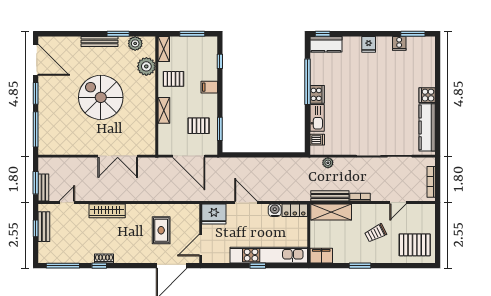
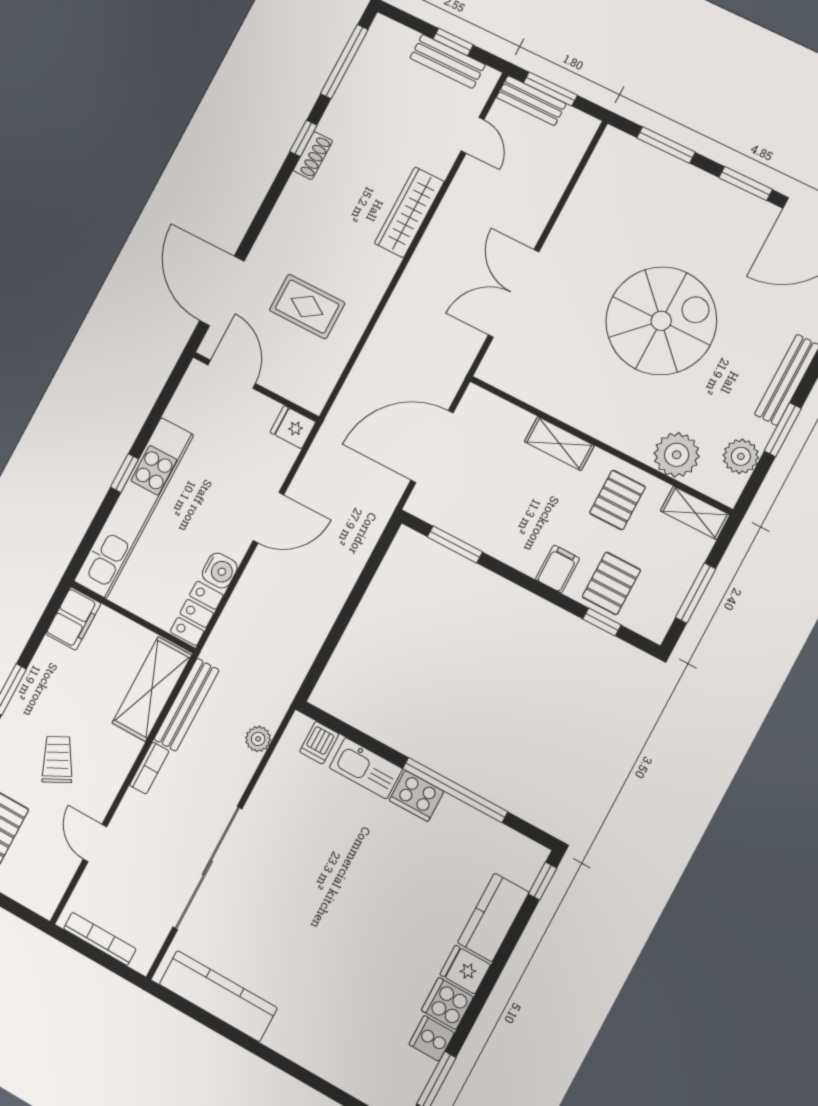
kitchen counter: (326, 44) -> (493, 917), moved
cooker: (427, 95) -> (447, 1004), moved, turned -90
pallet: (199, 126) -> (611, 583), moved
window: (36, 129) -> (666, 145), width x0.69
fridge: (214, 214) -> (293, 427), width x0.53, depth x0.75

